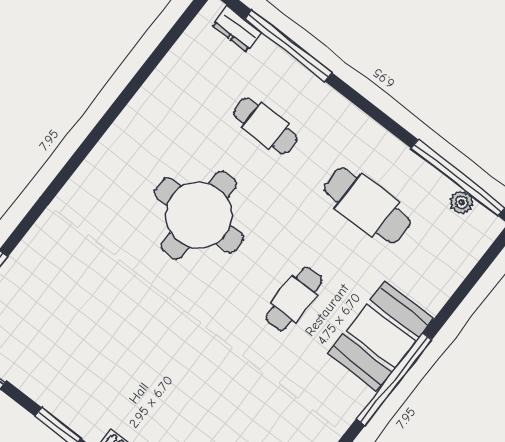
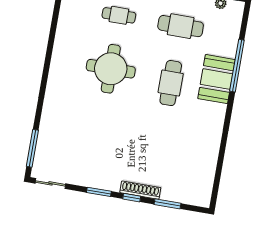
cafe table: (294, 299) -> (171, 83), width x1.37, depth x1.35
window: (394, 379) -> (237, 66), moved

